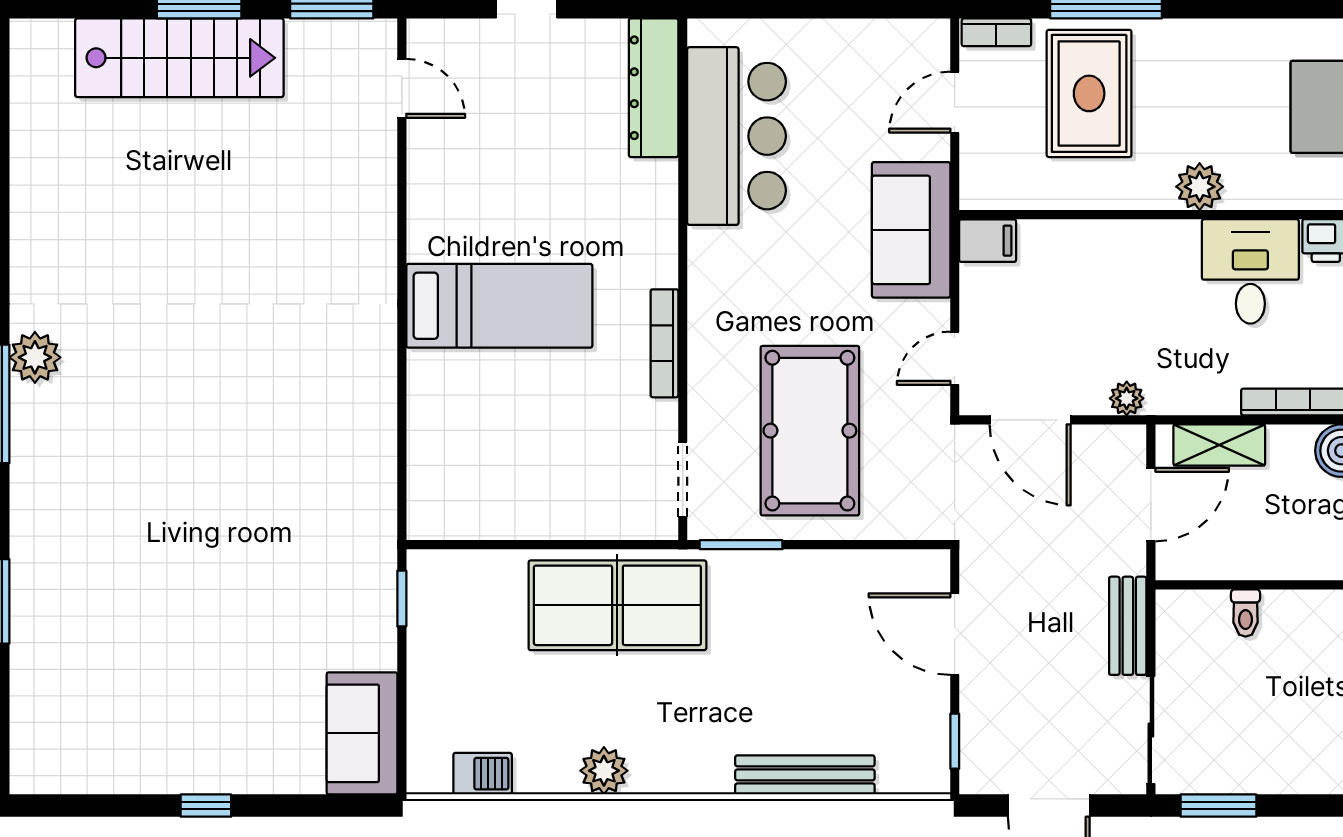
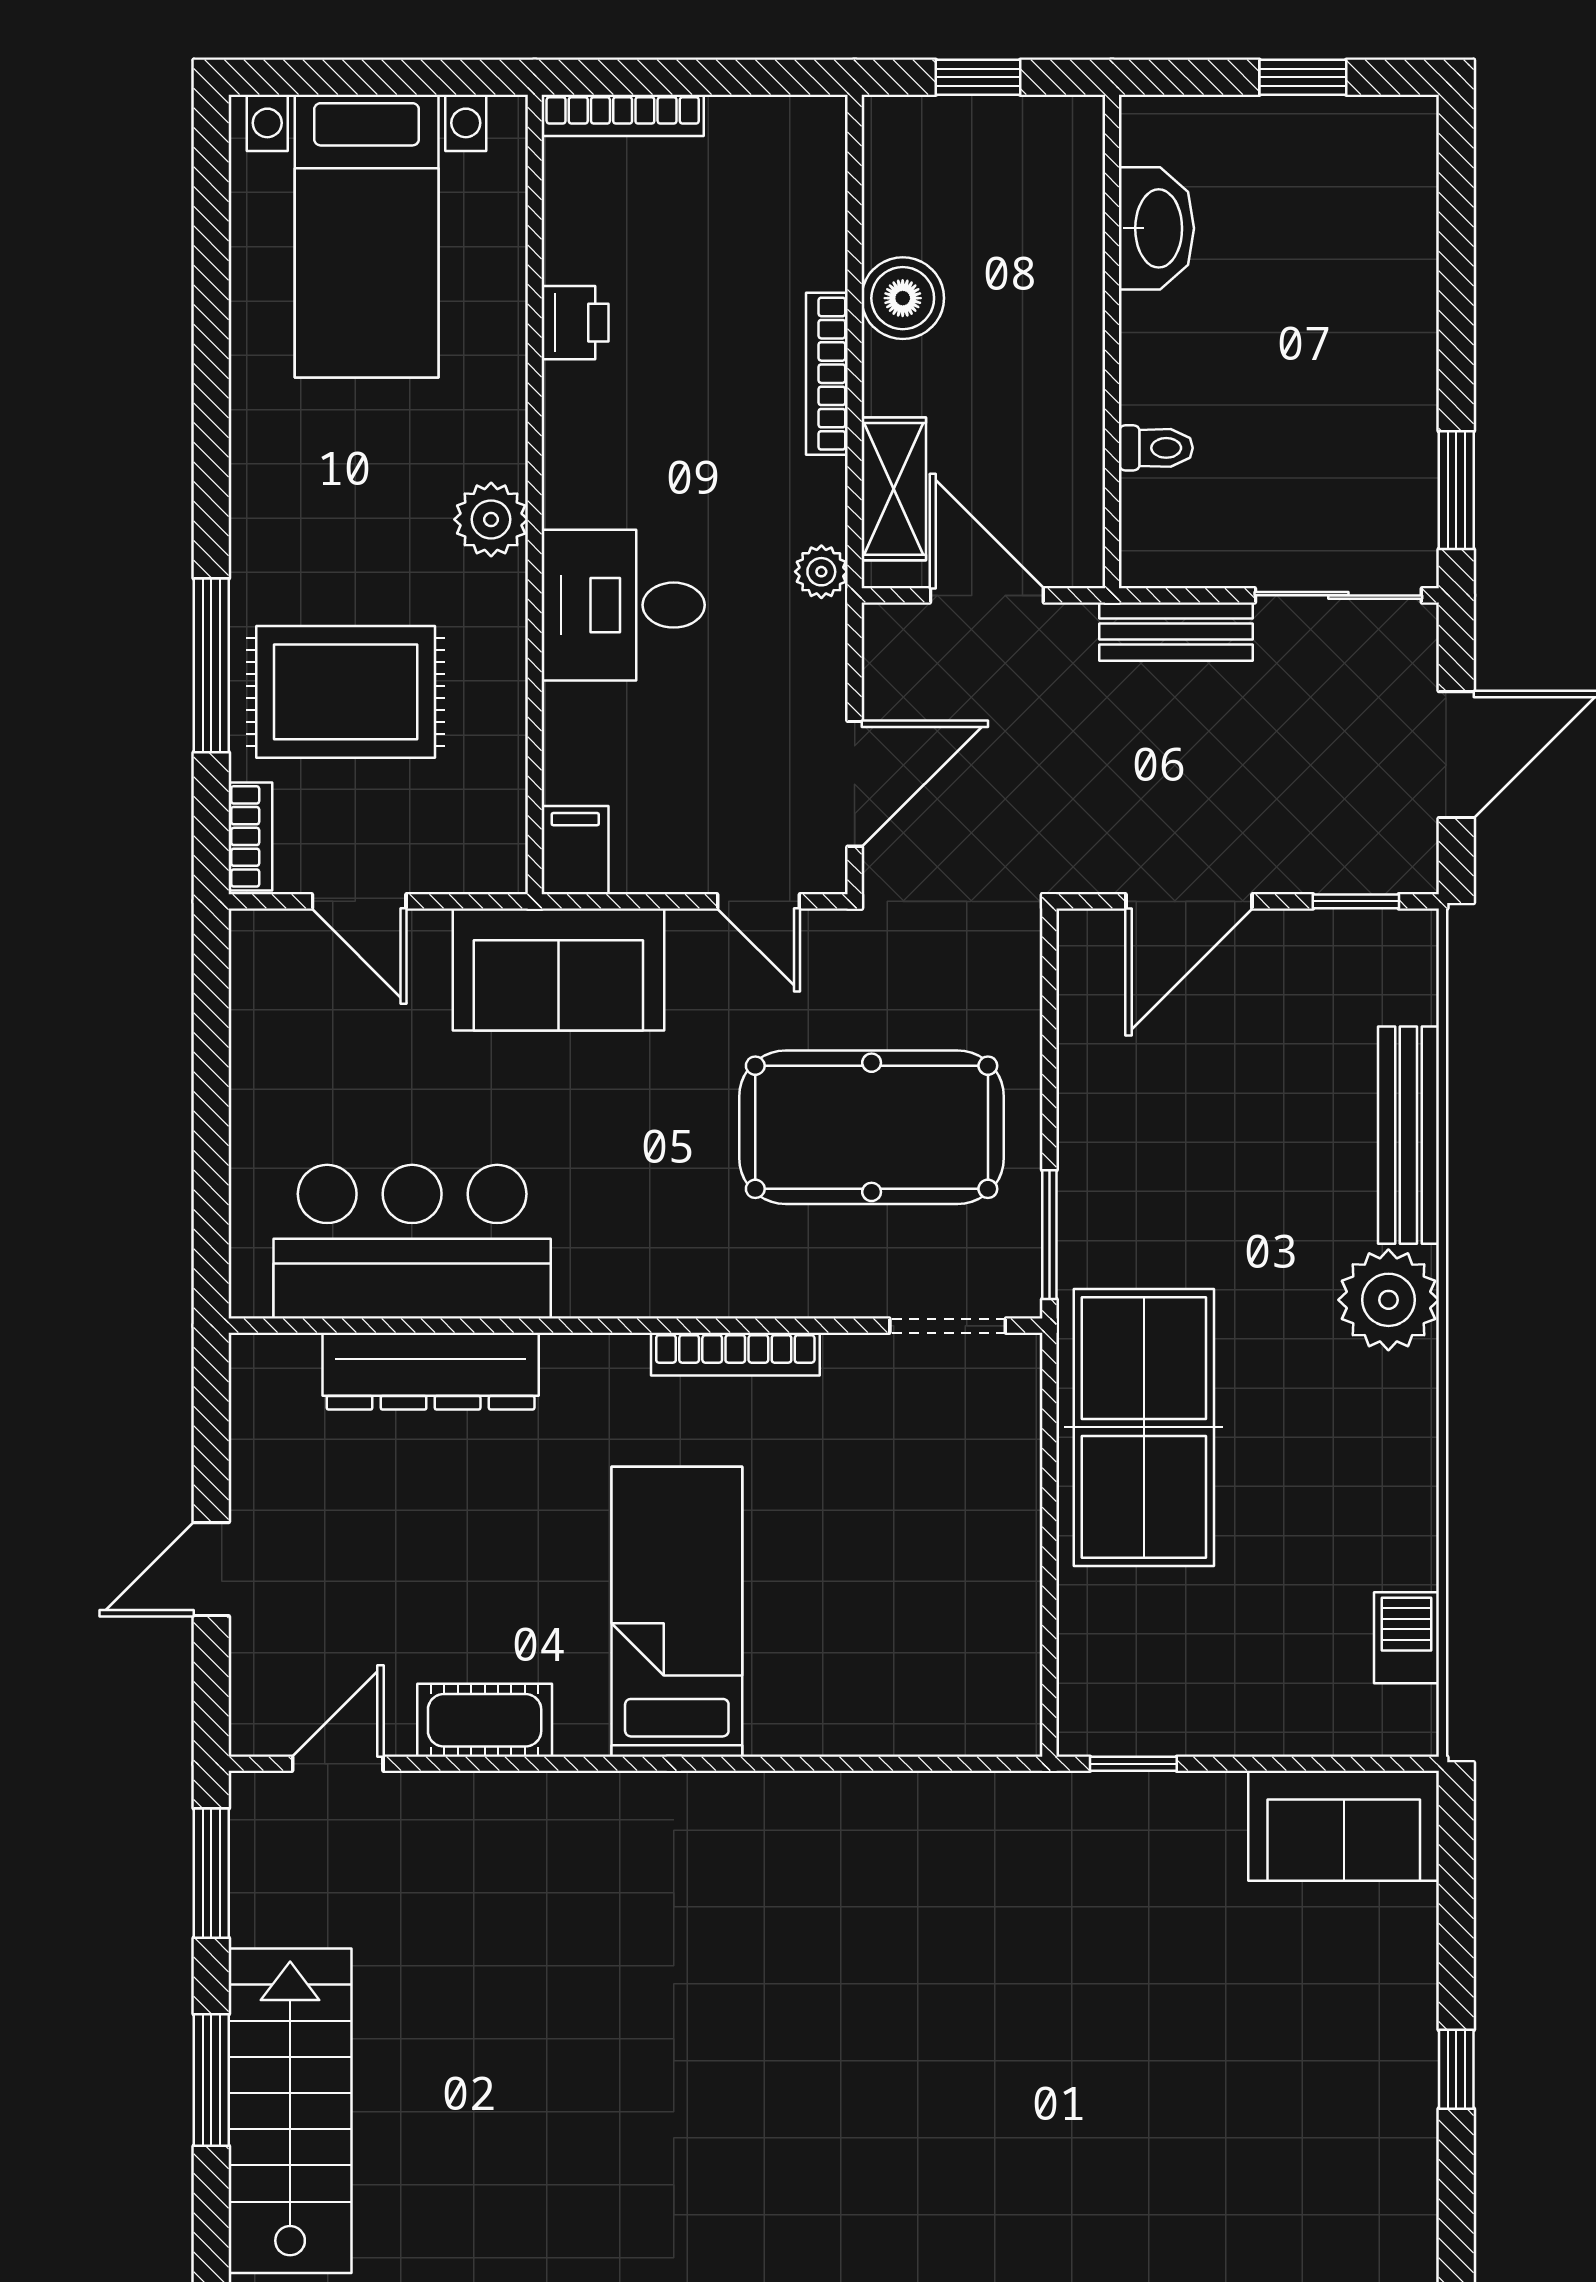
dresser: (654, 88) -> (431, 1371), moved
cot: (430, 183) -> (485, 1720), added
desk: (1250, 271) -> (623, 605), moved
plant: (1127, 398) -> (821, 572), moved
plant: (604, 771) -> (1388, 1300), moved, width x1.36, depth x1.36

